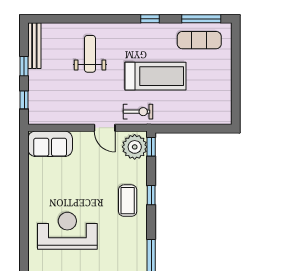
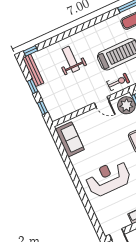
window: (150, 19) -> (30, 51), moved
sofa: (50, 144) -> (70, 139), moved, turned -90

